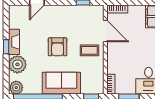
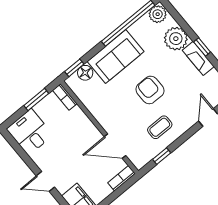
coffee table: (89, 50) -> (160, 127), moved
floor lamp: (87, 88) -> (85, 73), added

